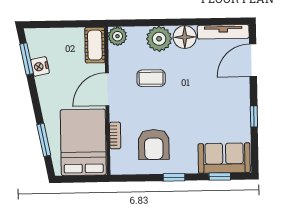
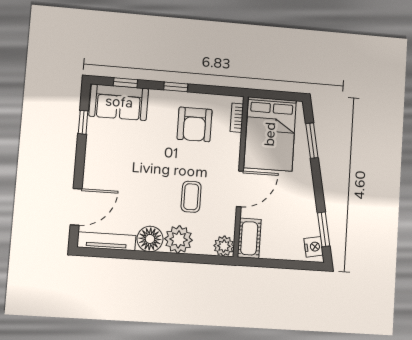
nightstand: (40, 66) -> (314, 247), moved
coffee table: (151, 78) -> (191, 197), turned 90
window: (254, 116) -> (83, 122), moved
bookcase: (115, 135) -> (237, 118), moved
armchair: (154, 145) -> (195, 124), turned 180

